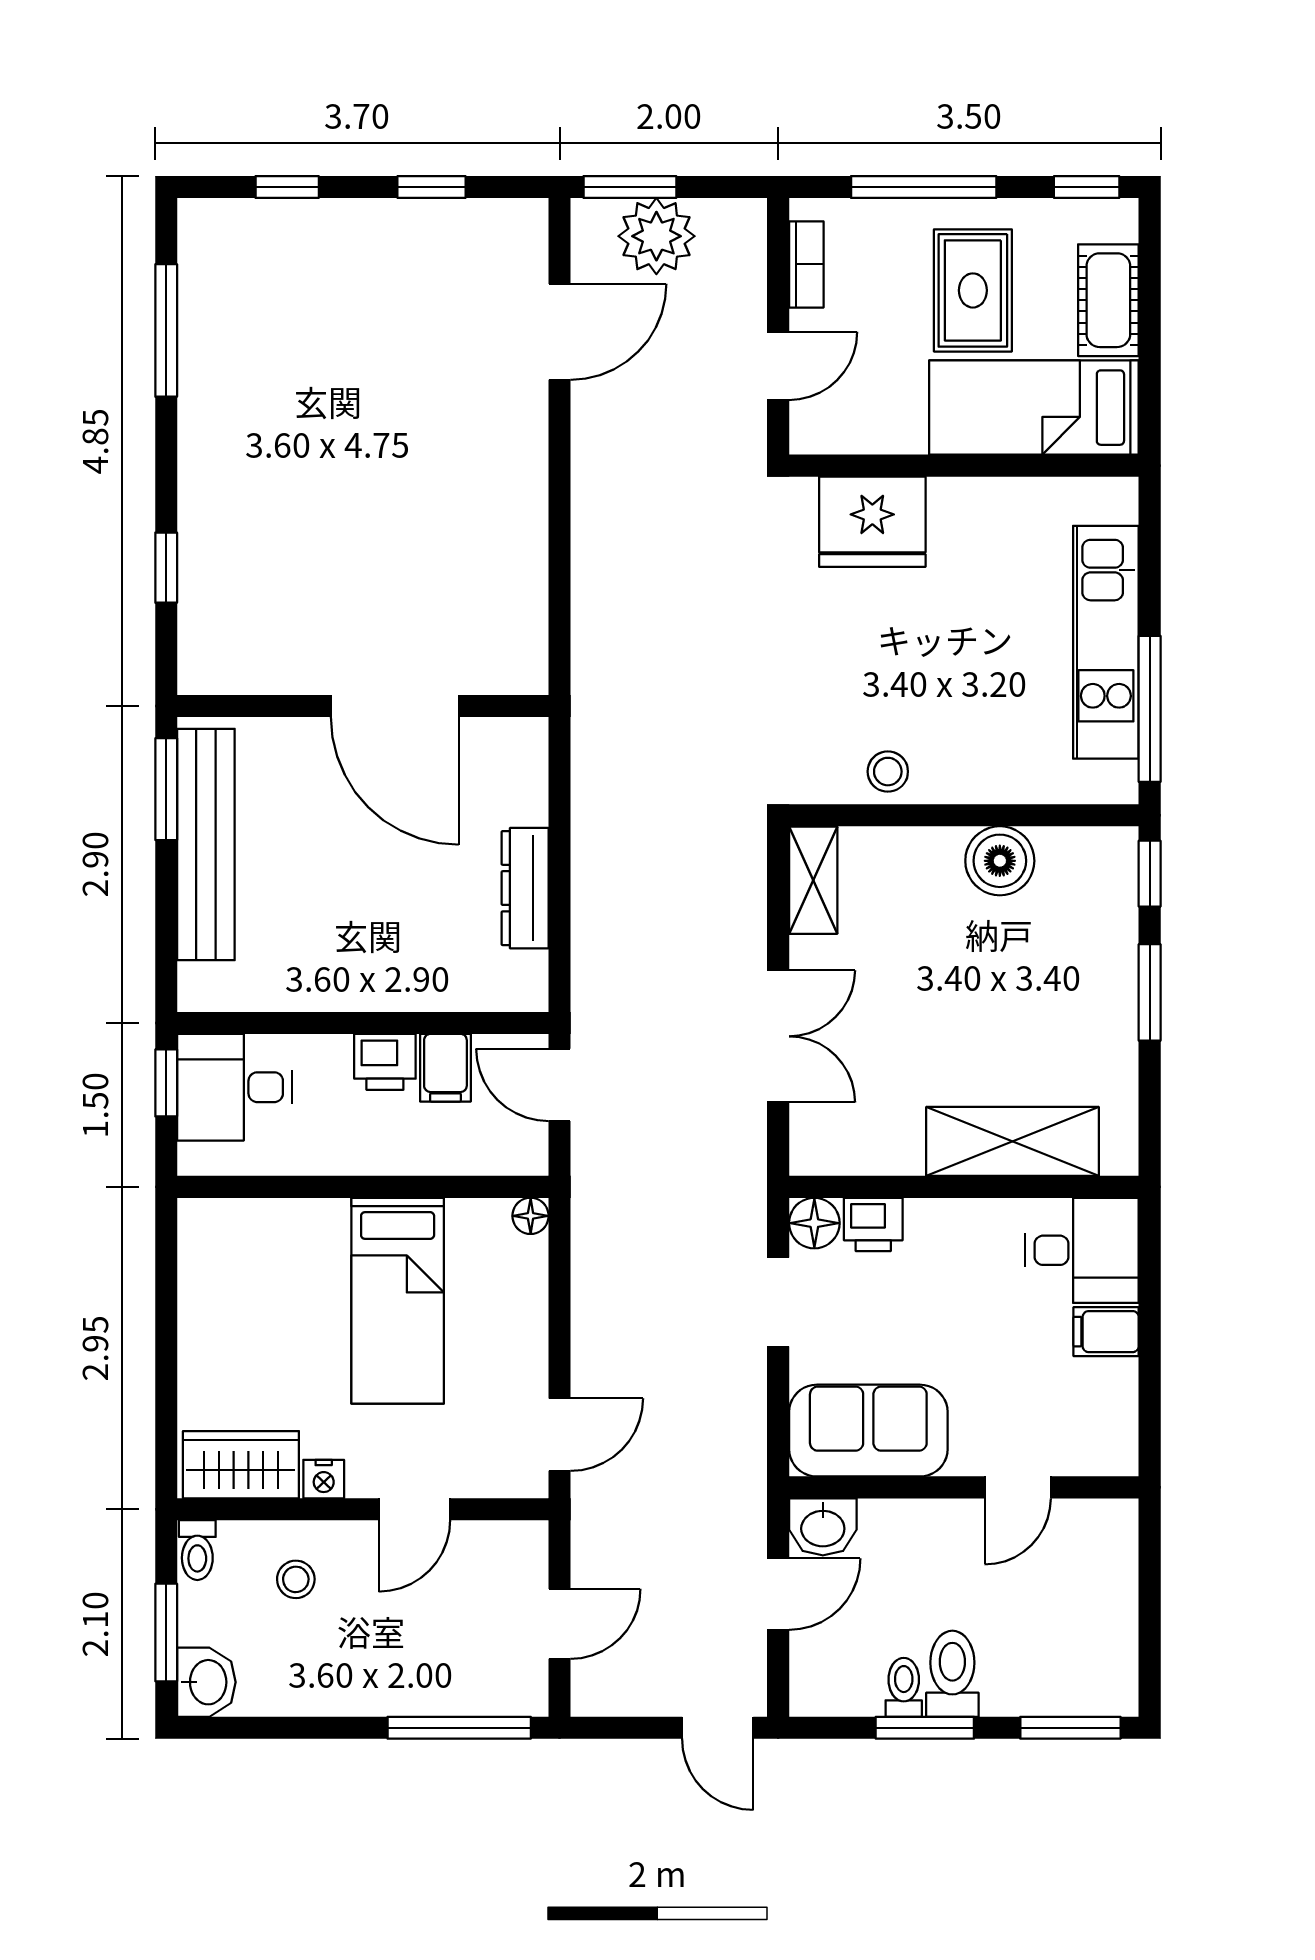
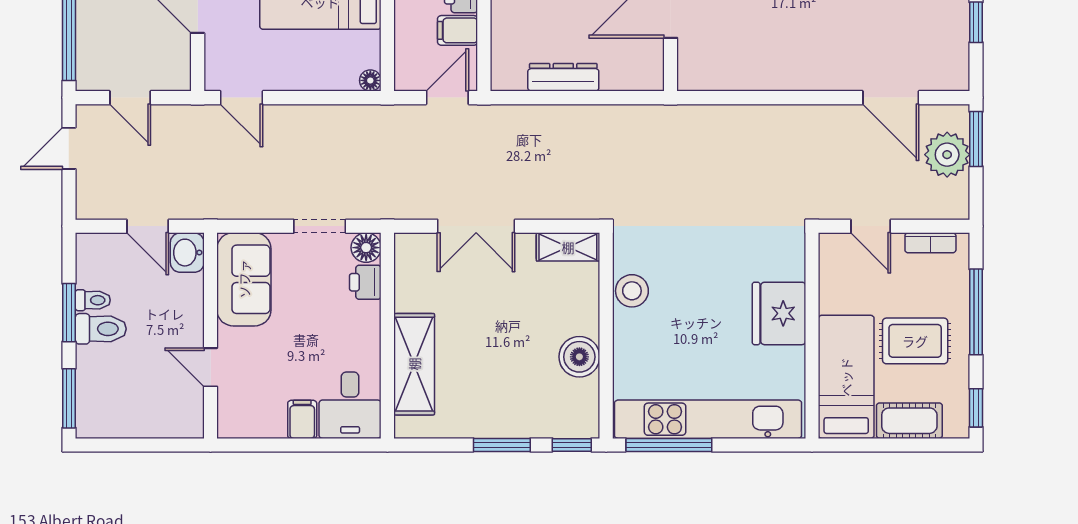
fridge: (872, 522) -> (779, 313), moved
kitchen unit: (1106, 642) -> (708, 419), width x1.36
stool: (888, 772) -> (632, 291), width x1.37, depth x1.37
door: (718, 1728) -> (69, 148), moved

